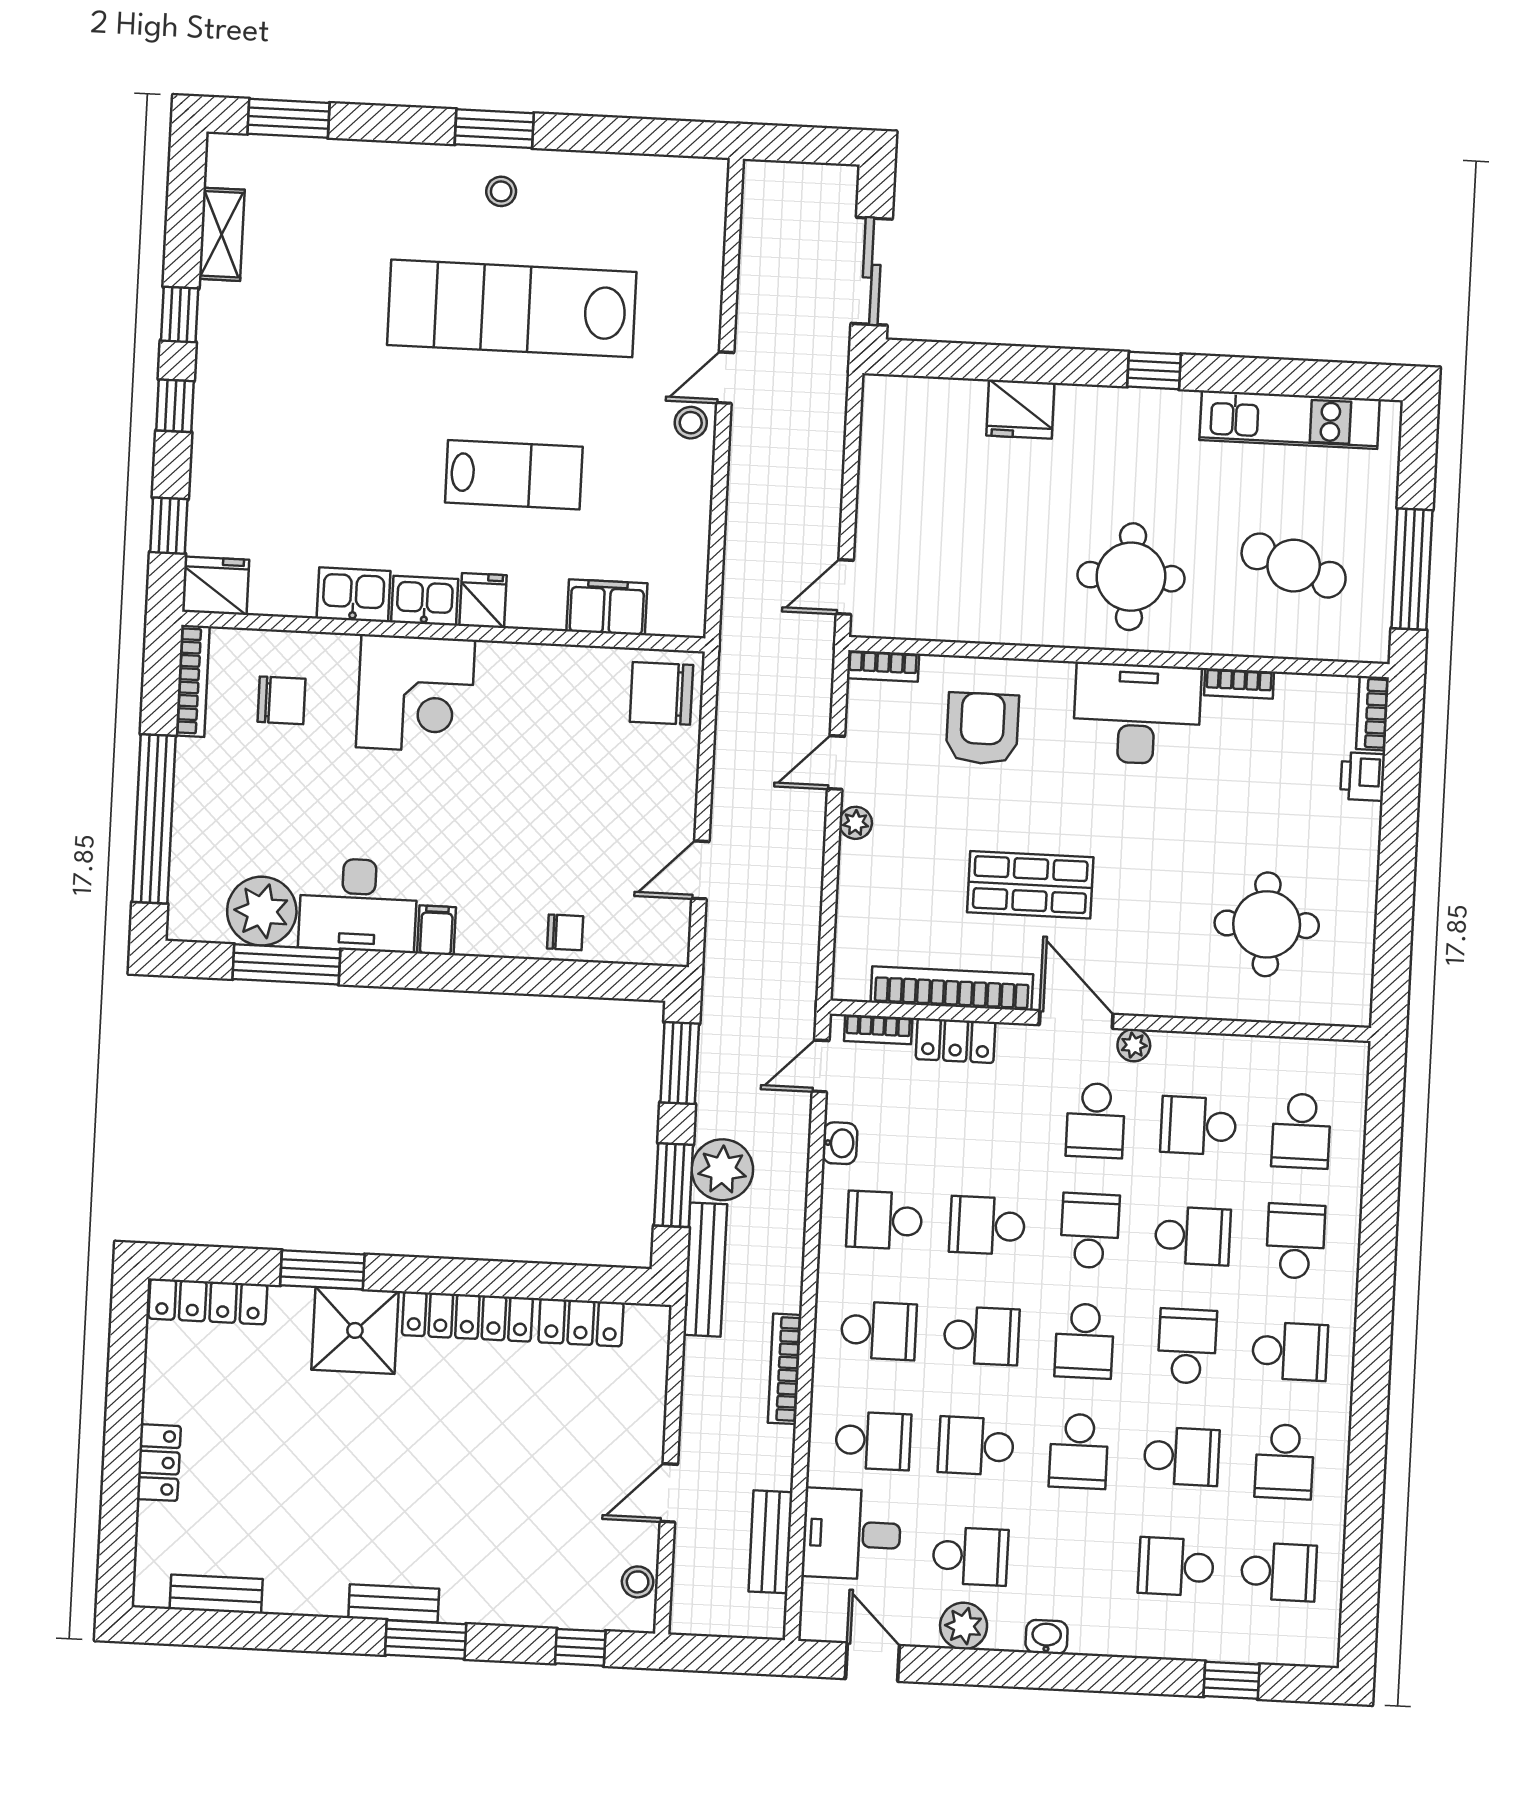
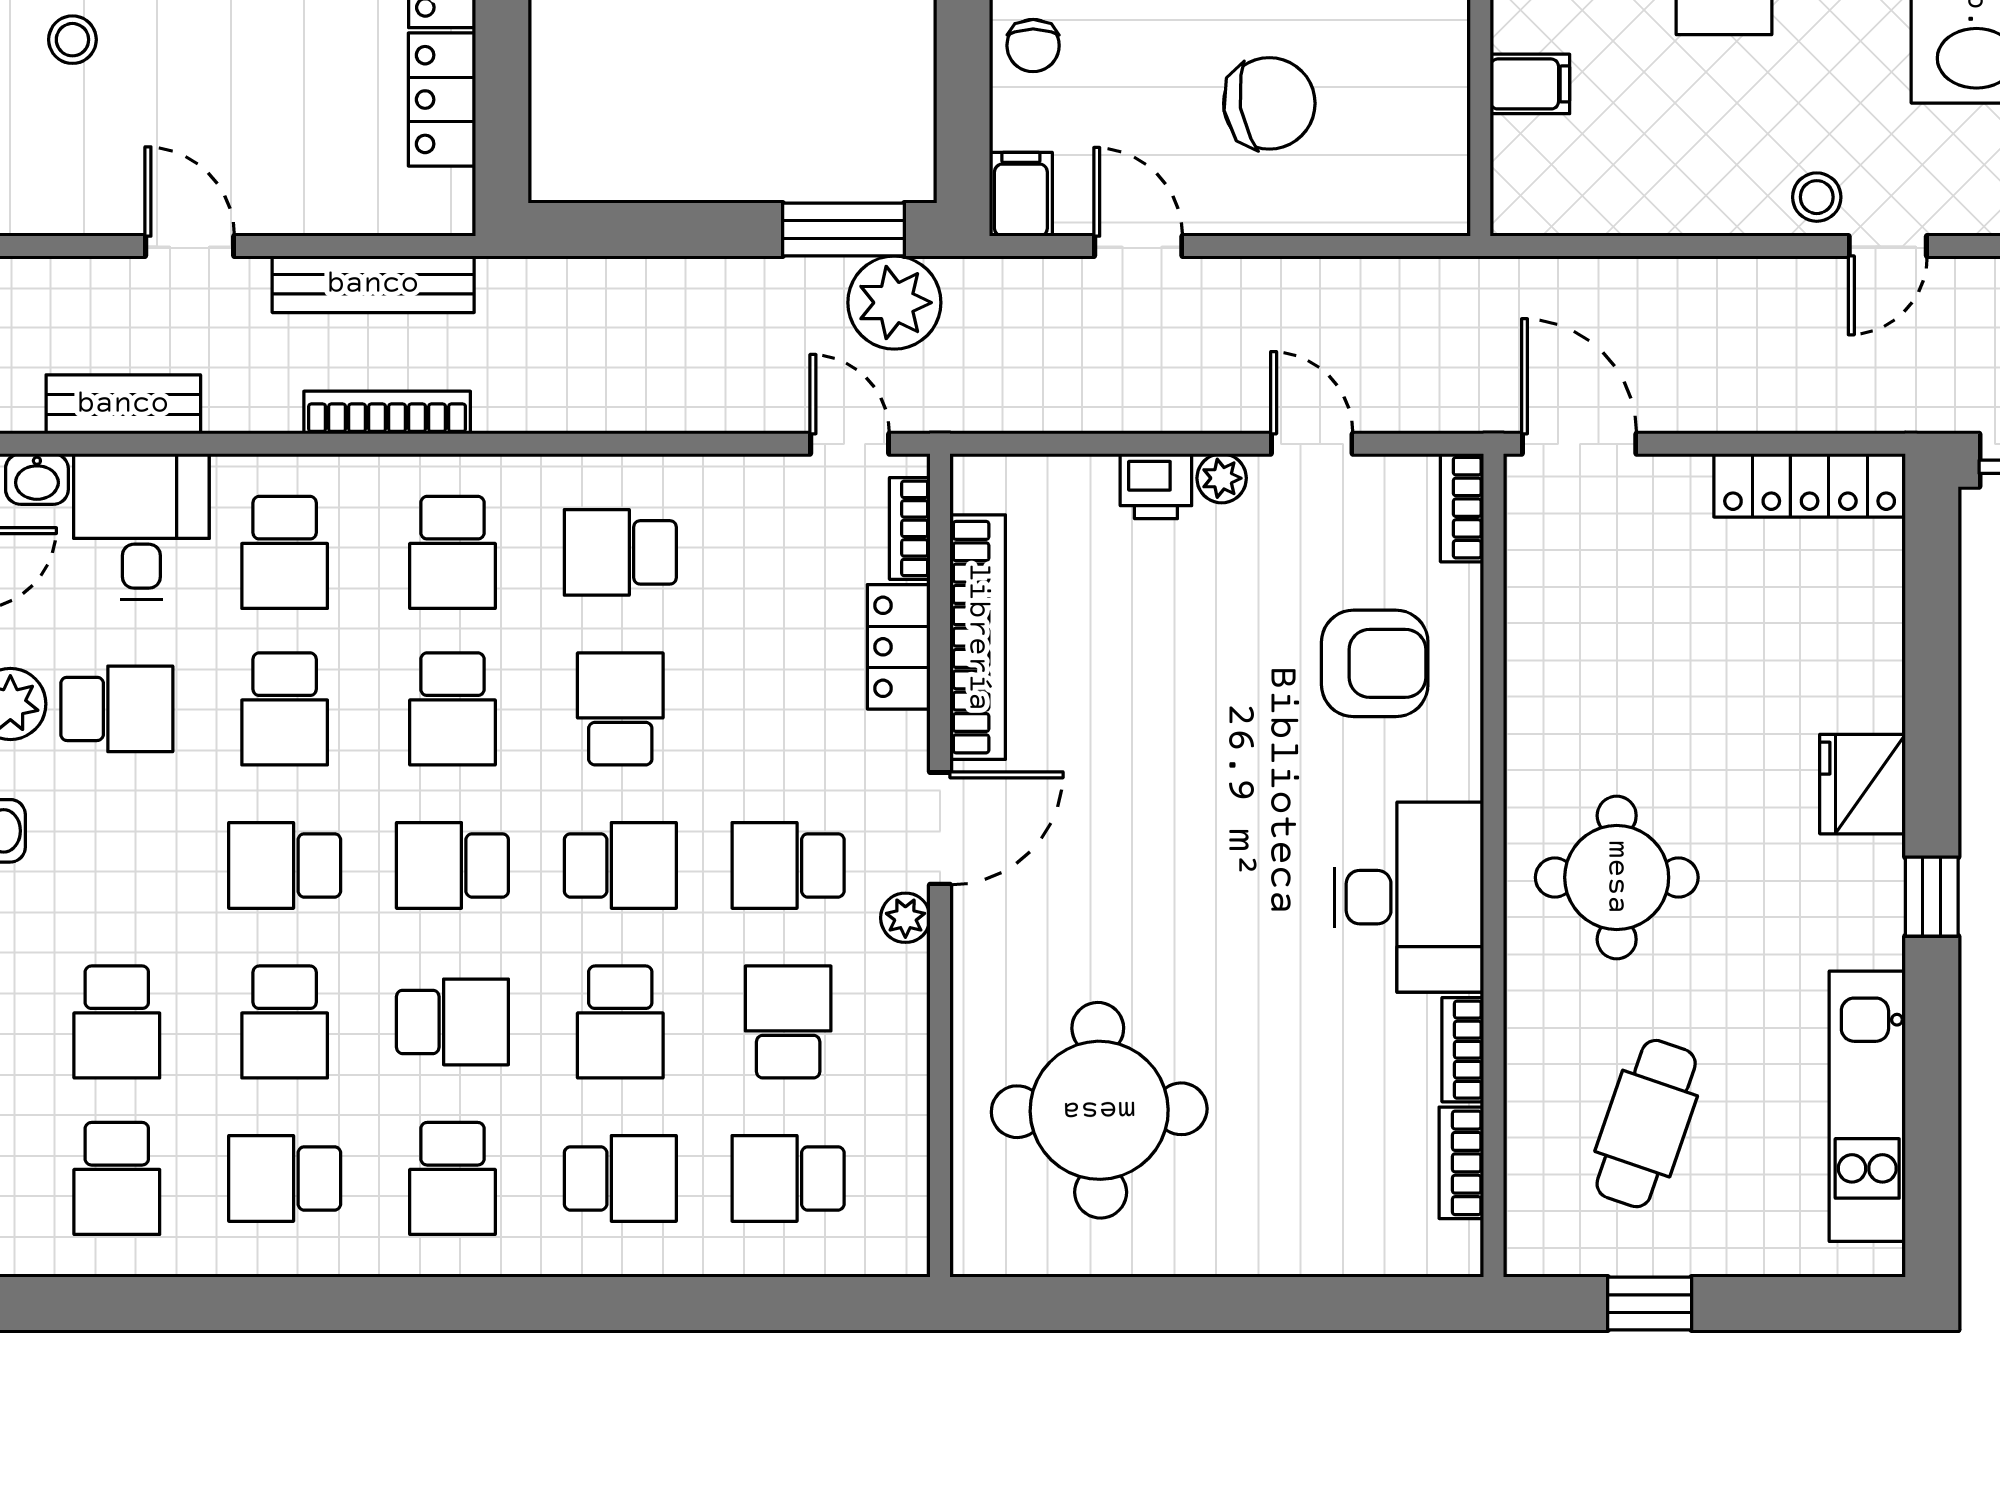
door: (725, 378) -> (1888, 246), swing flipped
fridge: (1020, 409) -> (1862, 784), moved
locker: (880, 437) -> (1810, 485), added
window: (1412, 569) -> (1650, 1304), width x0.46
door: (845, 587) -> (1579, 444), width x1.37
filing cabinet: (607, 607) -> (1530, 84), width x0.50
chair: (661, 693) -> (1269, 103), moved, turned 81
bookcase: (1373, 713) -> (1461, 1163), moved, turned -90
printer: (1363, 776) -> (1156, 486), moved, turned 180
shop shelf: (1030, 885) -> (1141, 748), removed
round table: (1267, 924) -> (1099, 1110), width x1.36, depth x1.36
filing cabinet: (662, 945) -> (1021, 194), added
washbasin: (840, 1143) -> (37, 479), moved
plant: (722, 1170) -> (894, 303), moved
window: (674, 1185) -> (657, 230), removed
school desk: (884, 1220) -> (620, 552), turned -90
bench: (705, 1270) -> (373, 284), moved
school desk: (976, 1446) -> (285, 709), turned 180
school desk: (970, 1556) -> (117, 709), turned -90
school desk: (1176, 1567) -> (117, 1022), turned 180
stool: (638, 1582) -> (72, 40), moved

